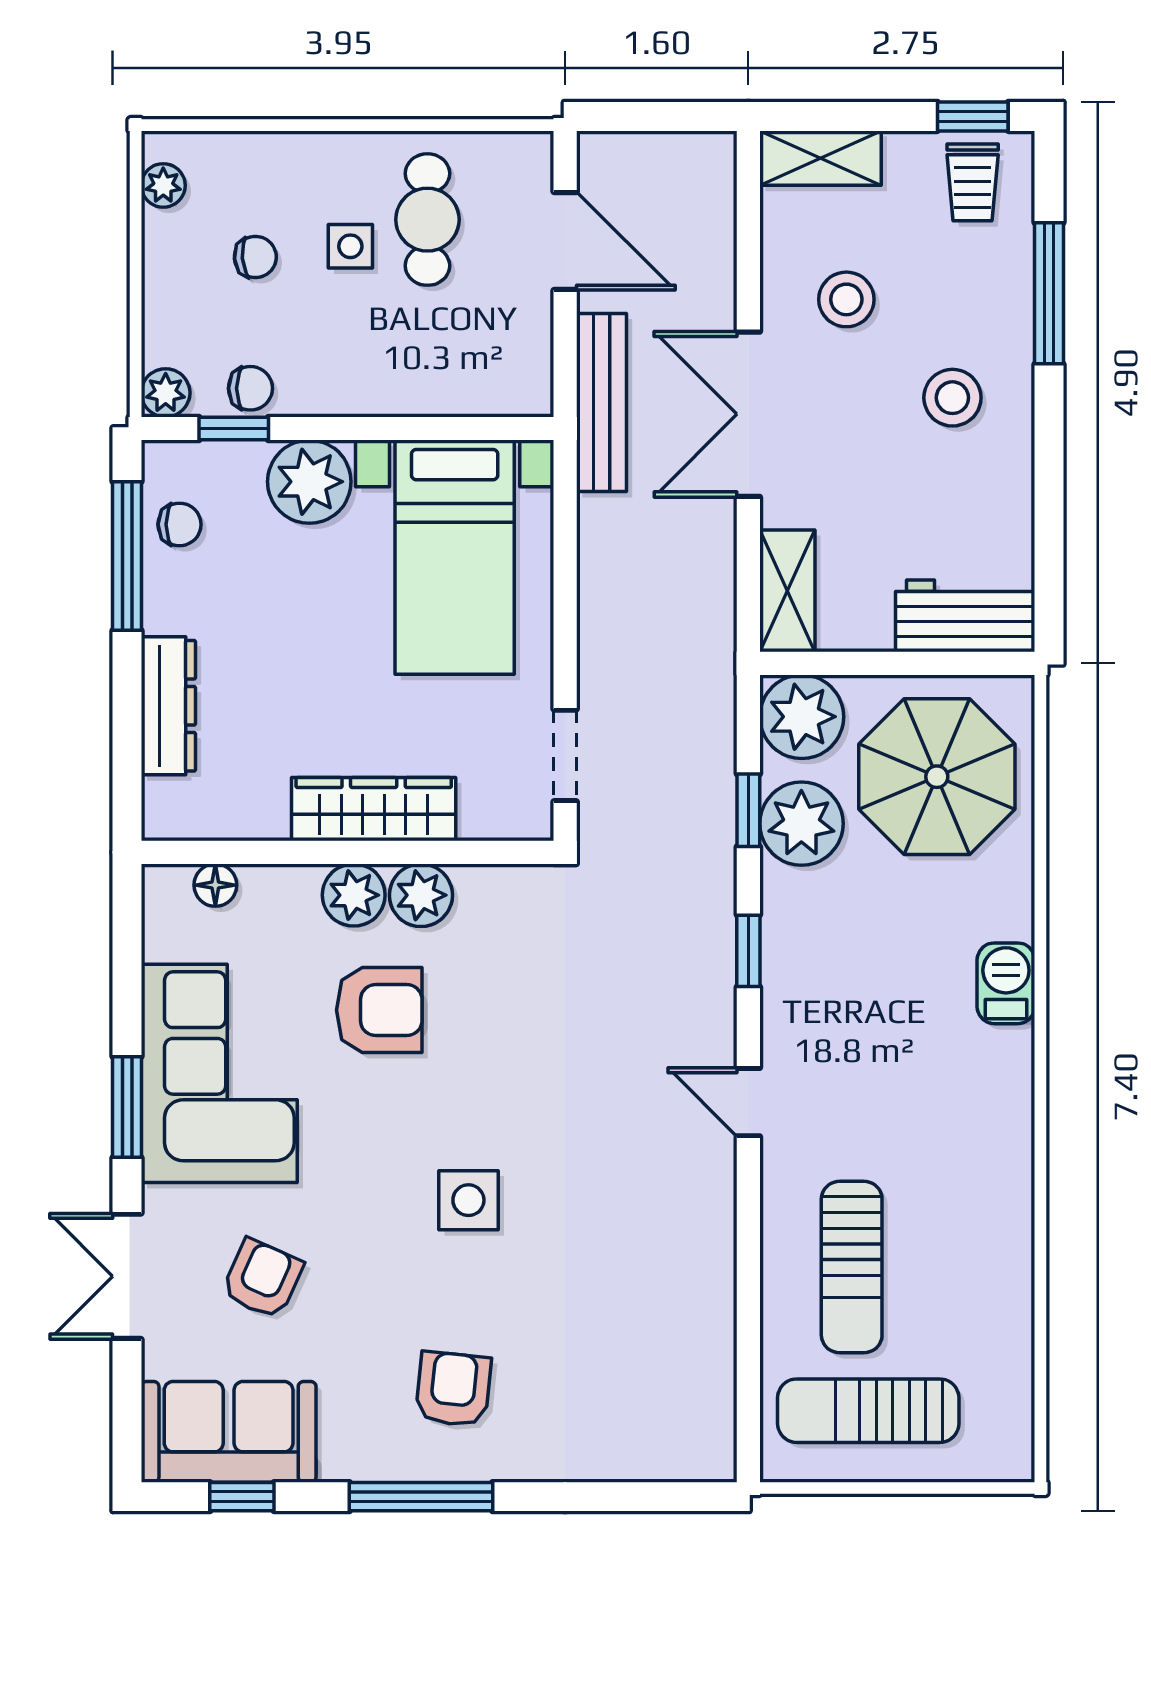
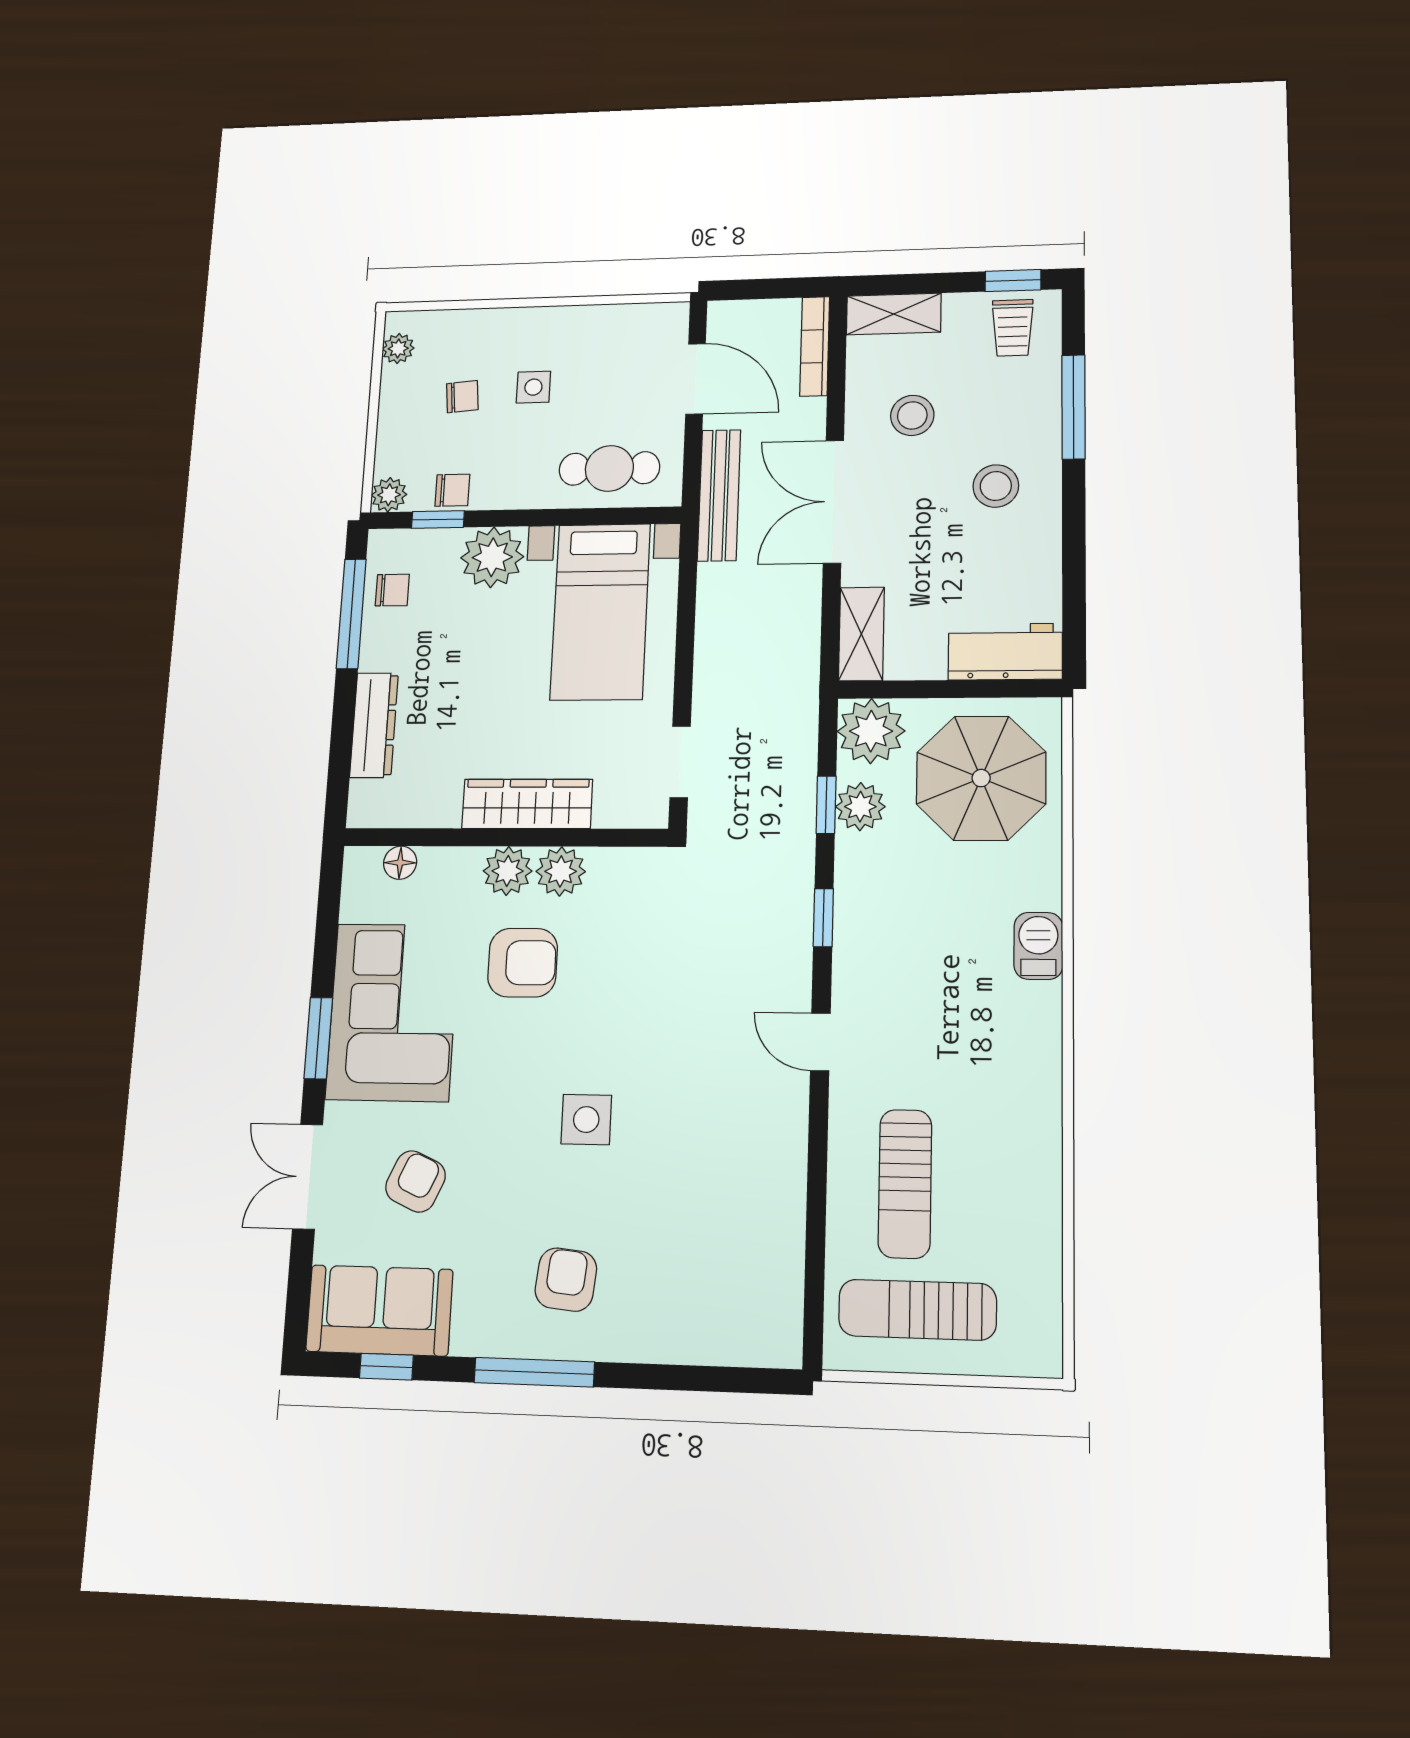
bookcase: (719, 200) -> (815, 346), added
cafe table: (427, 220) -> (609, 468), moved, turned 90
plant: (801, 824) -> (860, 807), width x0.73, depth x0.73

